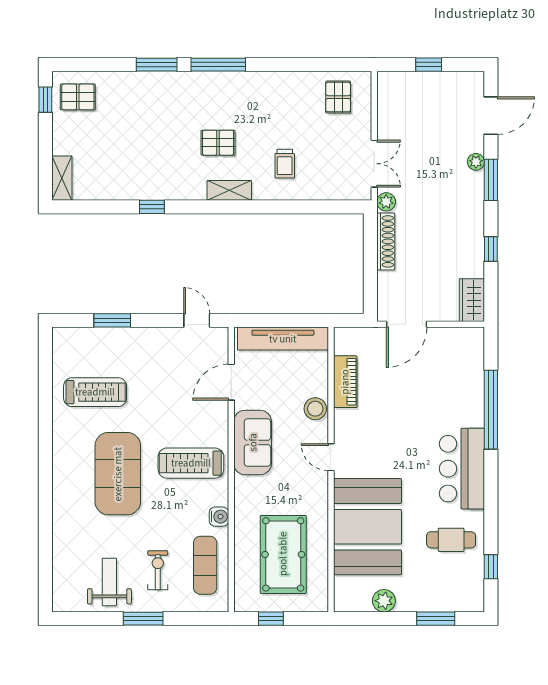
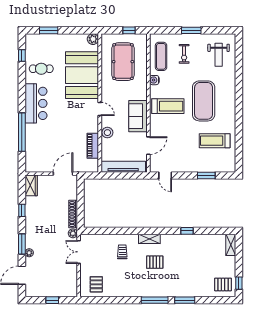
weight bench: (109, 582) -> (219, 55), moved
plant: (384, 601) -> (93, 39), moved

